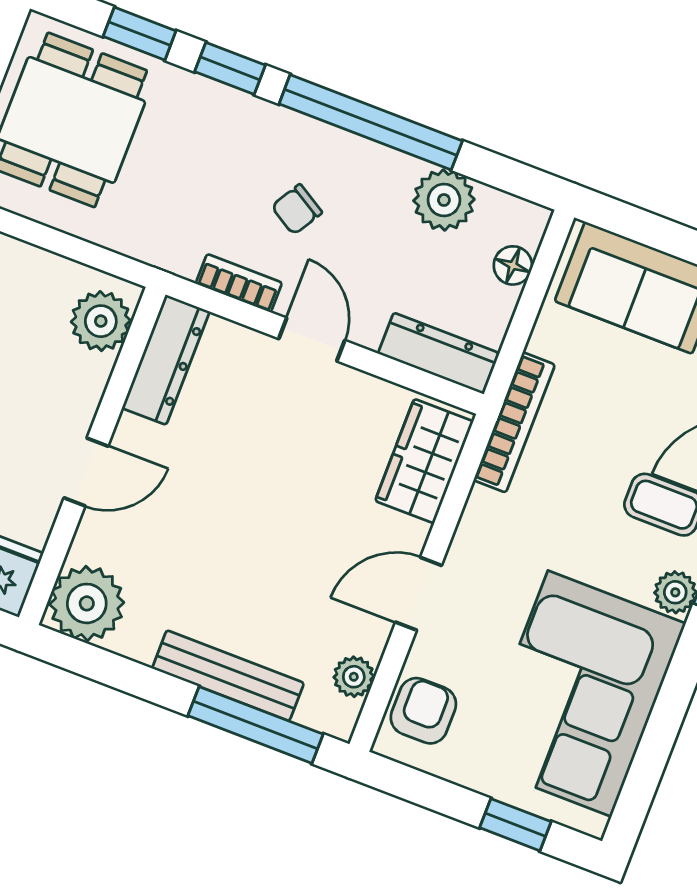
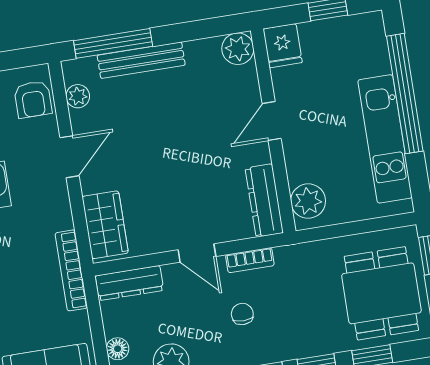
chair: (297, 209) -> (242, 314), turned -31
plant: (87, 603) -> (238, 49), width x0.73, depth x0.73

